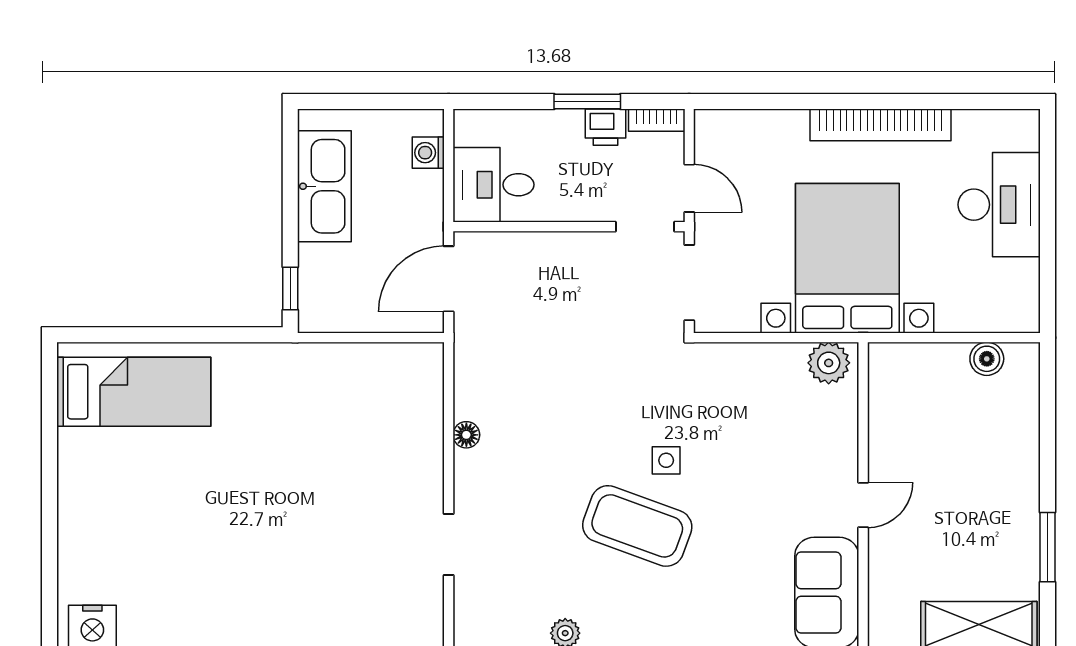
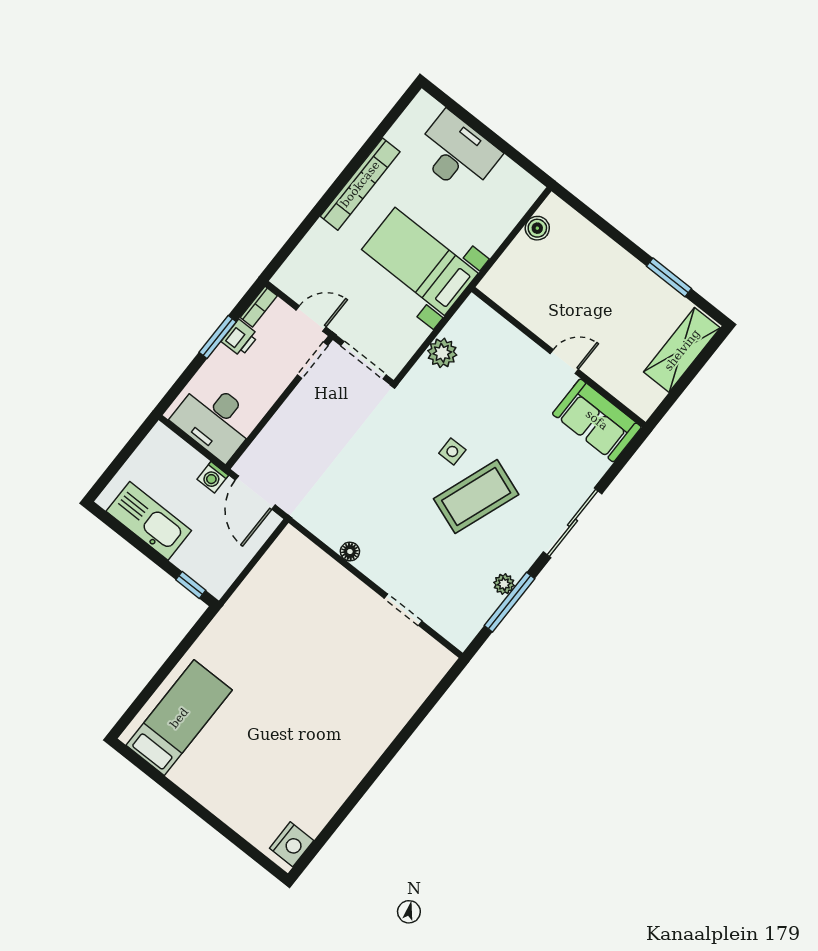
washing machine: (428, 153) -> (213, 477), moved
desk: (493, 185) -> (215, 420), width x1.37
bed with nightstands: (847, 258) -> (420, 261), width x0.73
plant: (829, 363) -> (442, 353), moved
door: (863, 505) -> (564, 361), hinge flipped

